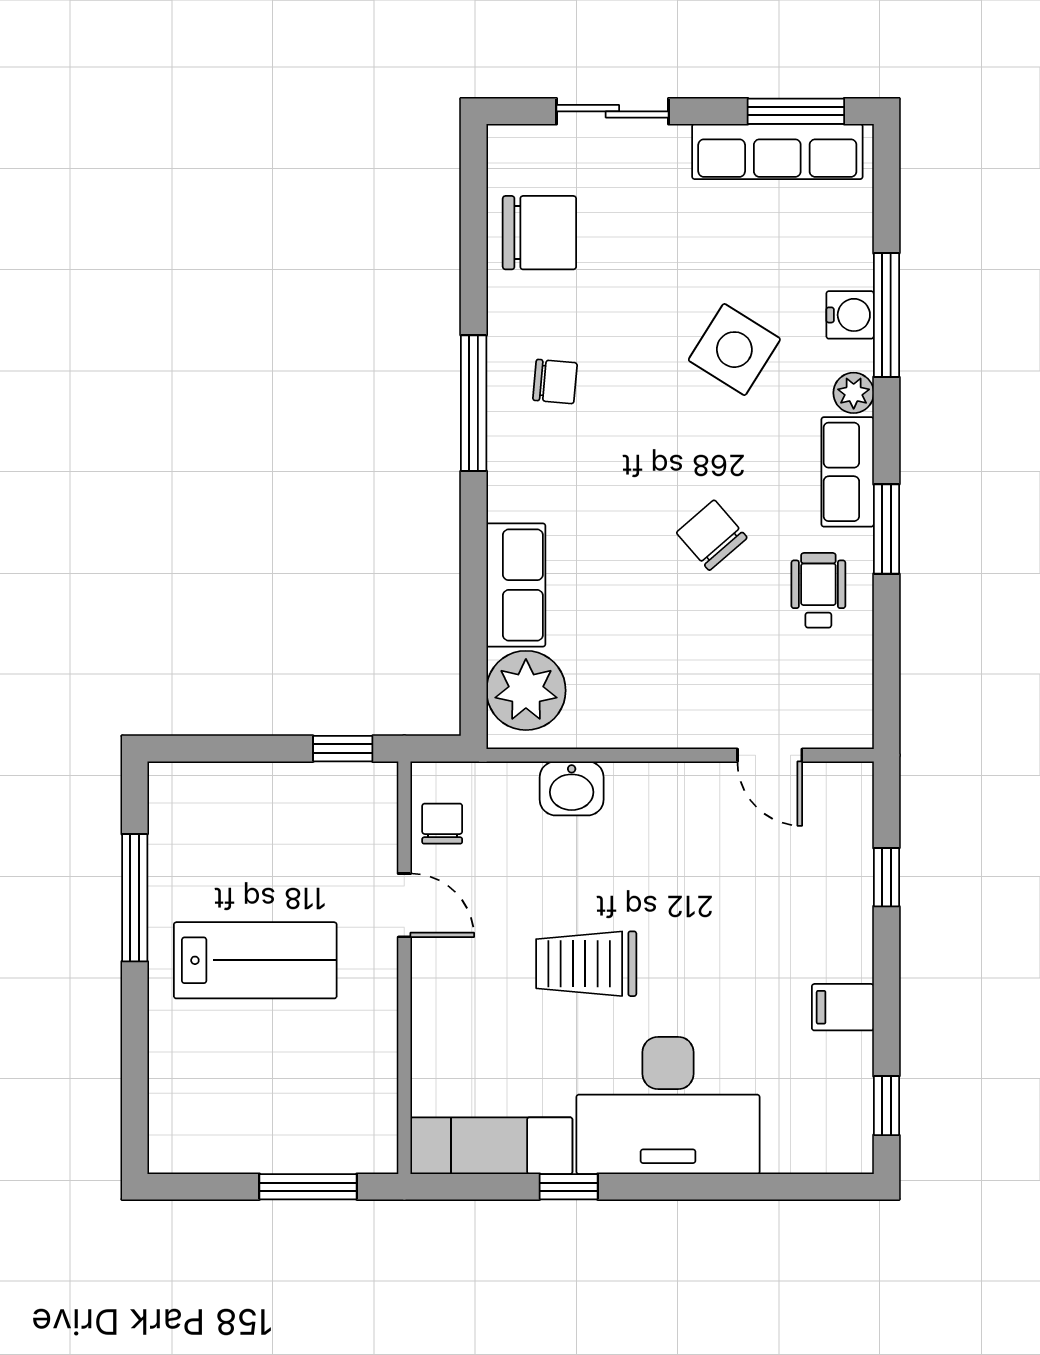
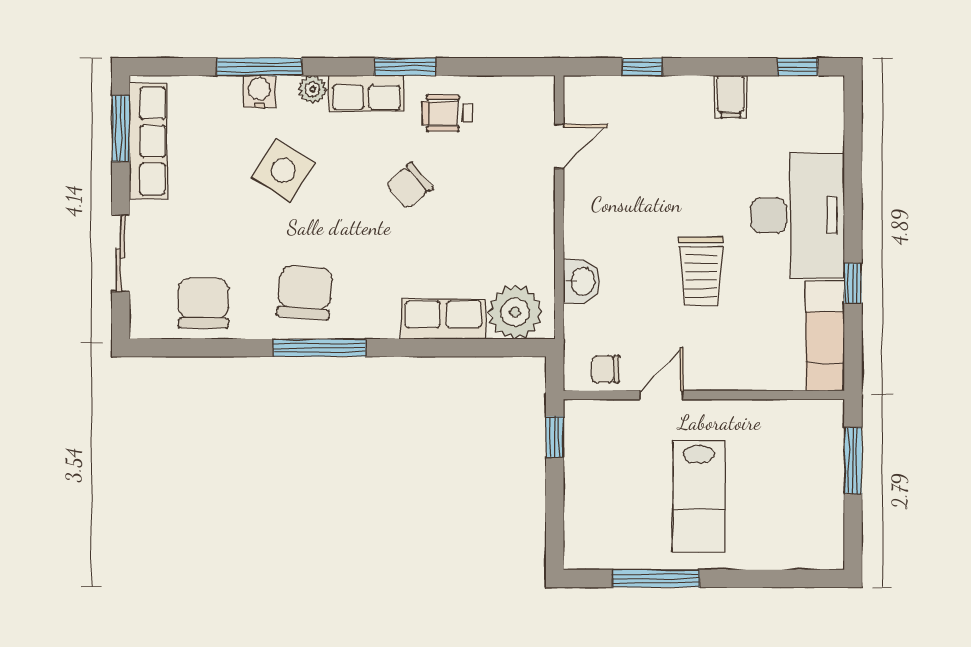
chair: (555, 382) -> (305, 292), width x1.87, depth x1.87
lab bench: (255, 960) -> (699, 496), turned 180

